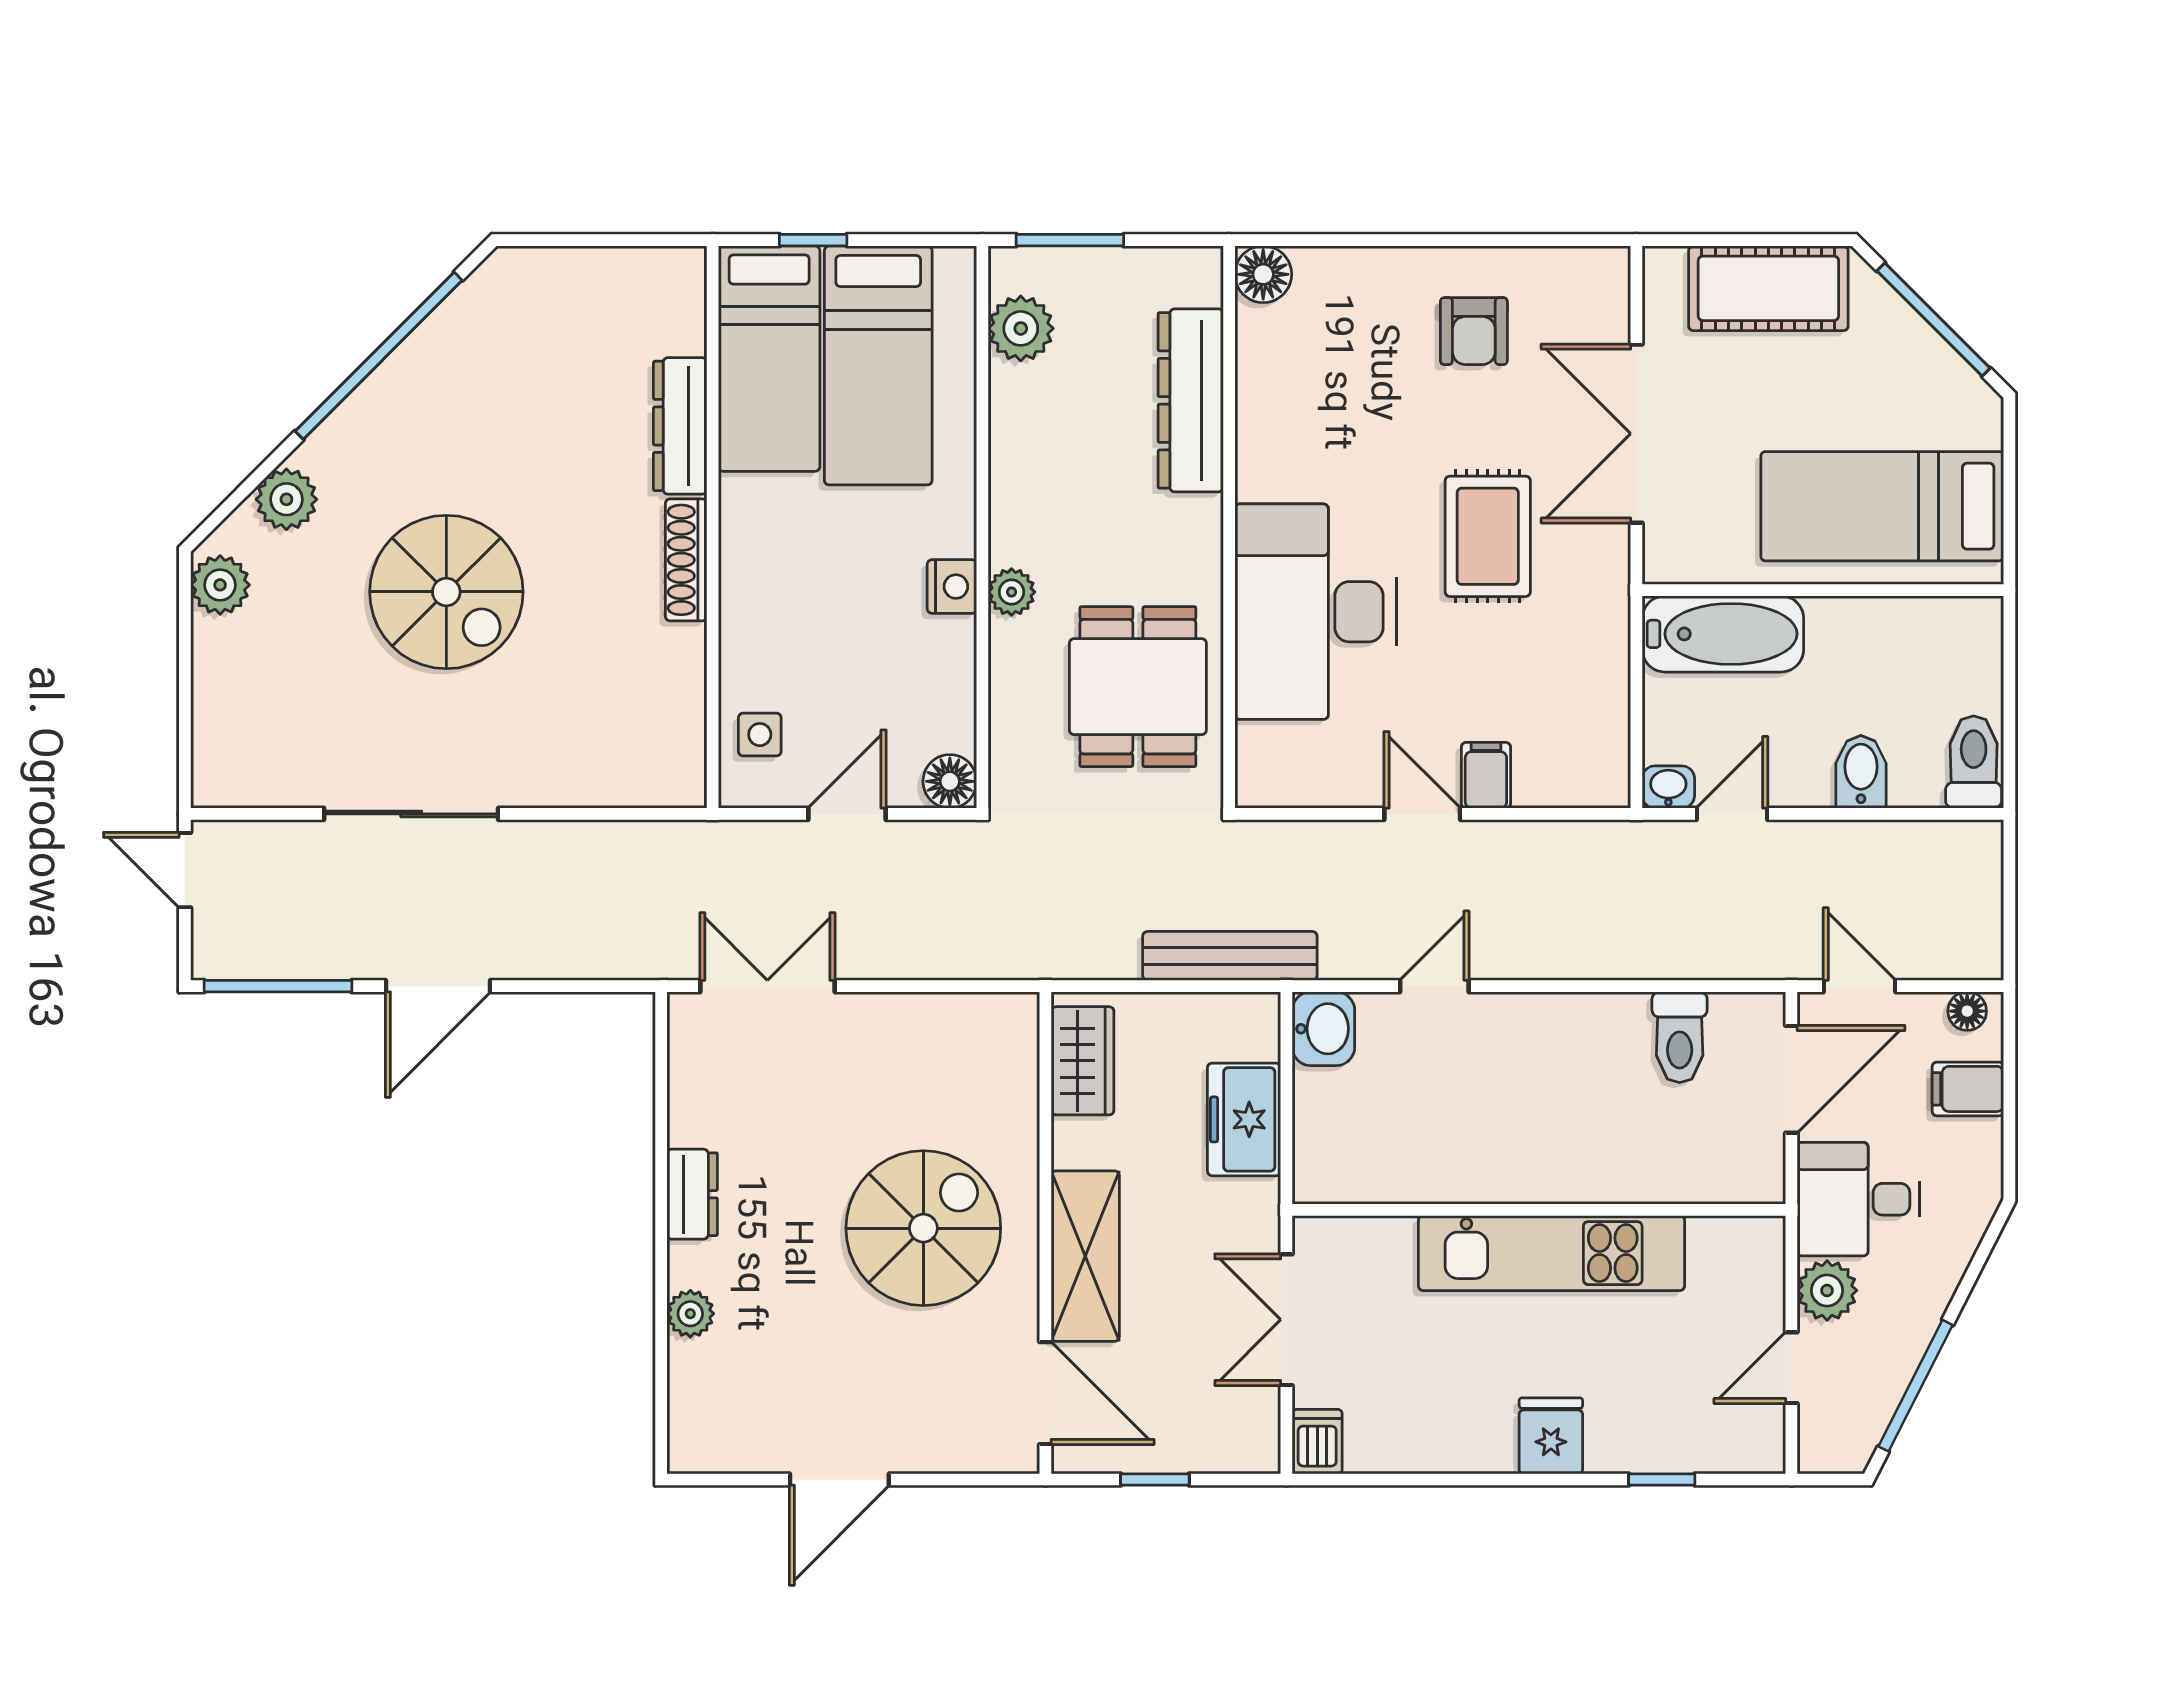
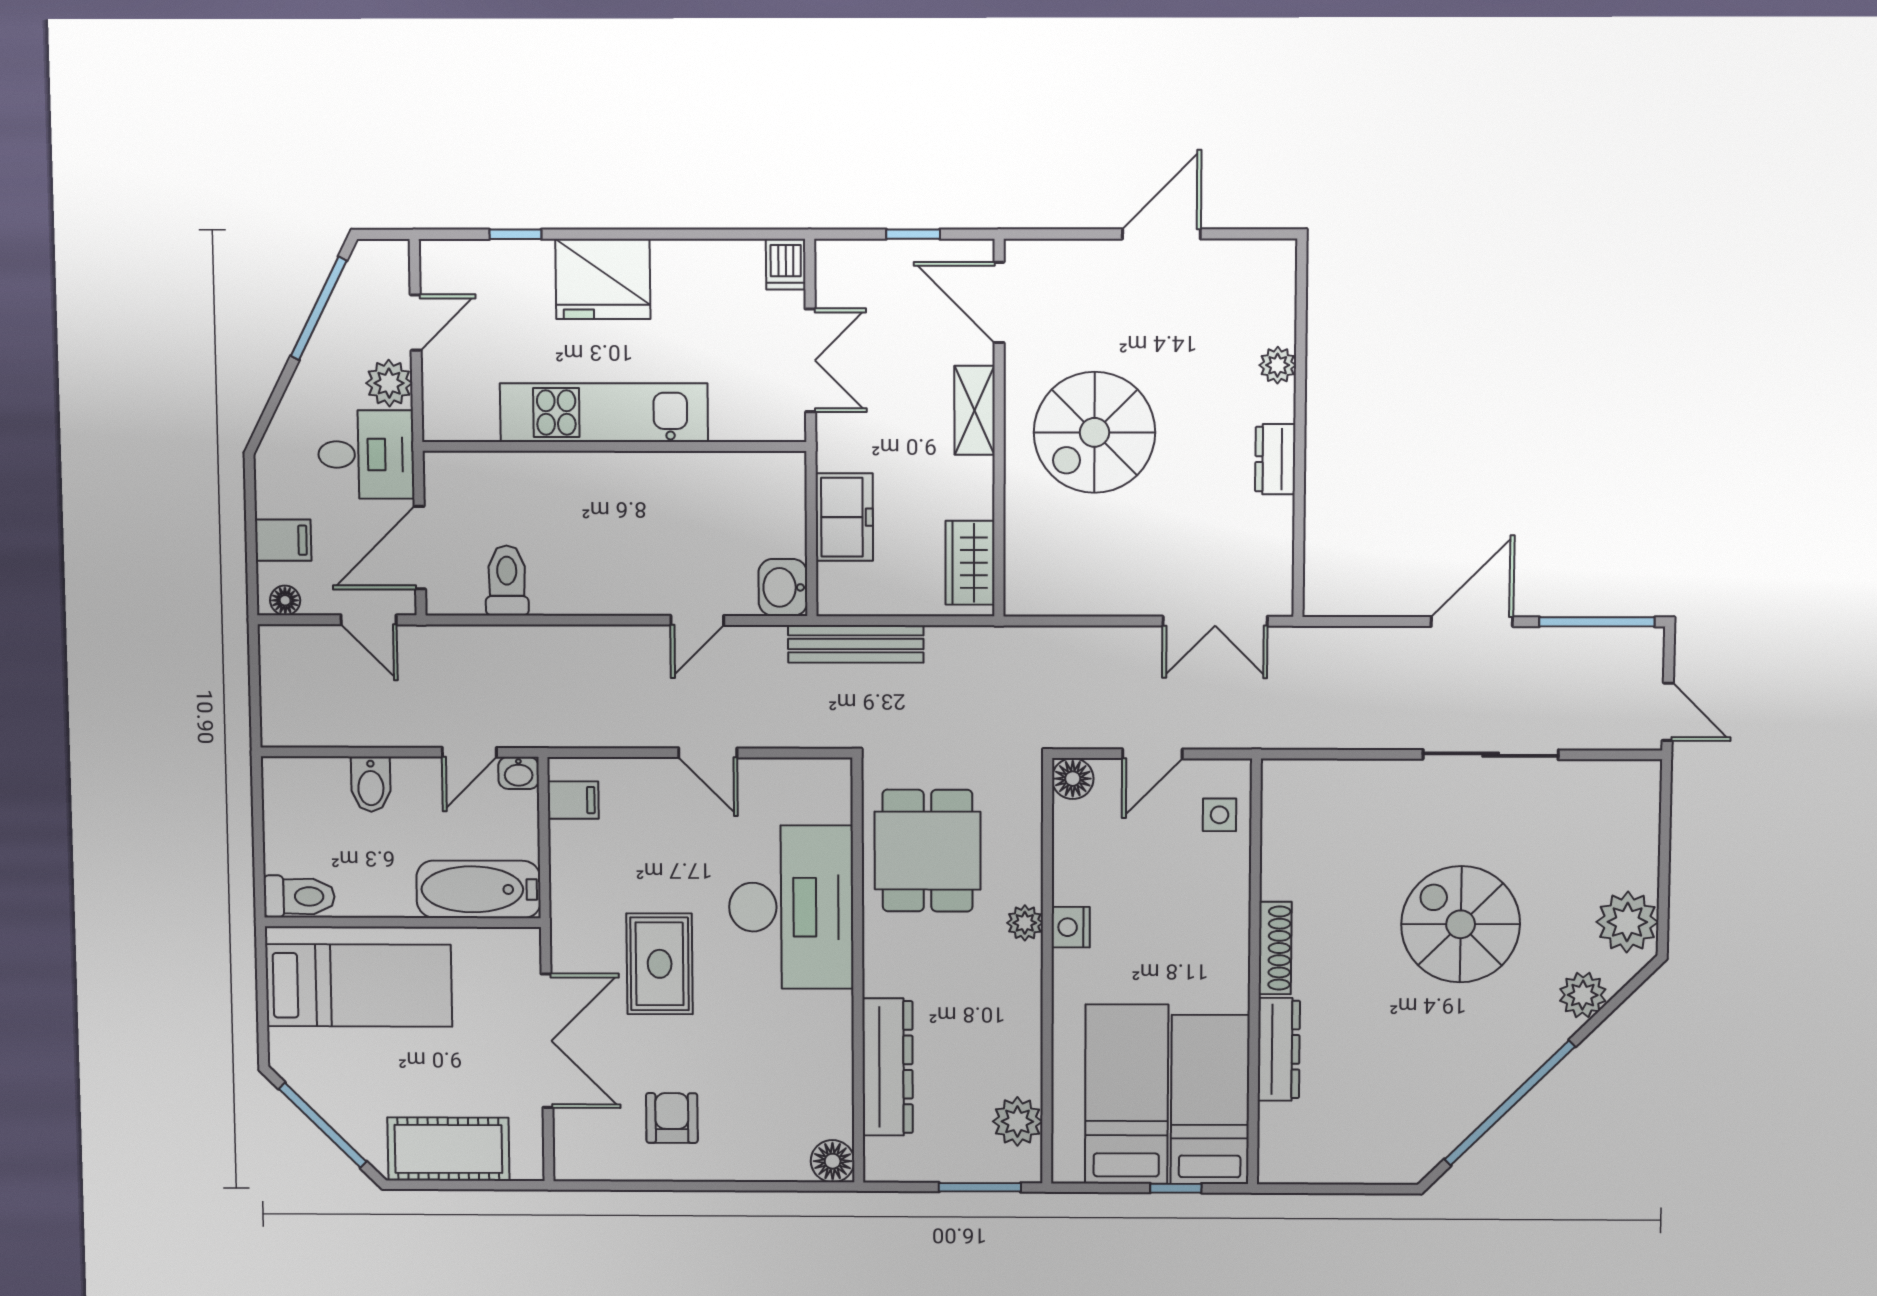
plant: (220, 585) -> (1627, 922), width x1.36, depth x1.36
toilet: (1974, 762) -> (299, 896), moved, turned -90
filing cabinet: (1486, 775) -> (573, 800), moved, turned -90
shelving: (1085, 1256) -> (974, 410), width x0.67, depth x0.75
fridge: (1551, 1436) -> (603, 279), width x1.88, depth x1.34

